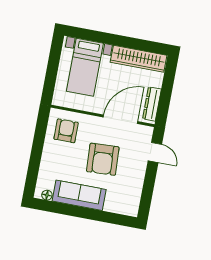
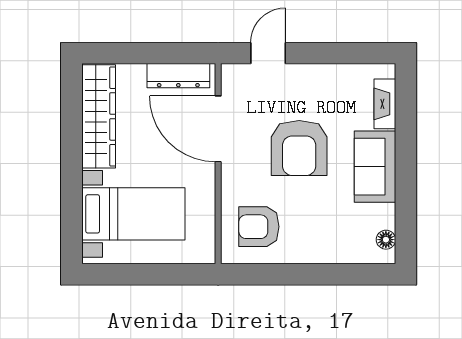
armchair: (103, 159) -> (299, 148), turned 93
sofa: (79, 195) -> (375, 167), width x0.73
fireplace: (117, 208) -> (385, 104), added

